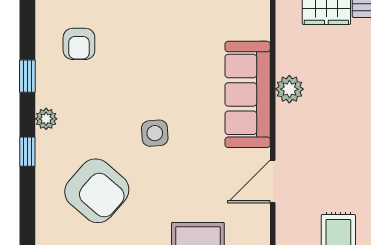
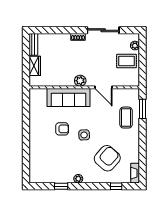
armchair: (79, 44) -> (62, 129), moved
plant: (289, 89) -> (80, 81), moved
window: (27, 152) -> (116, 186), moved

